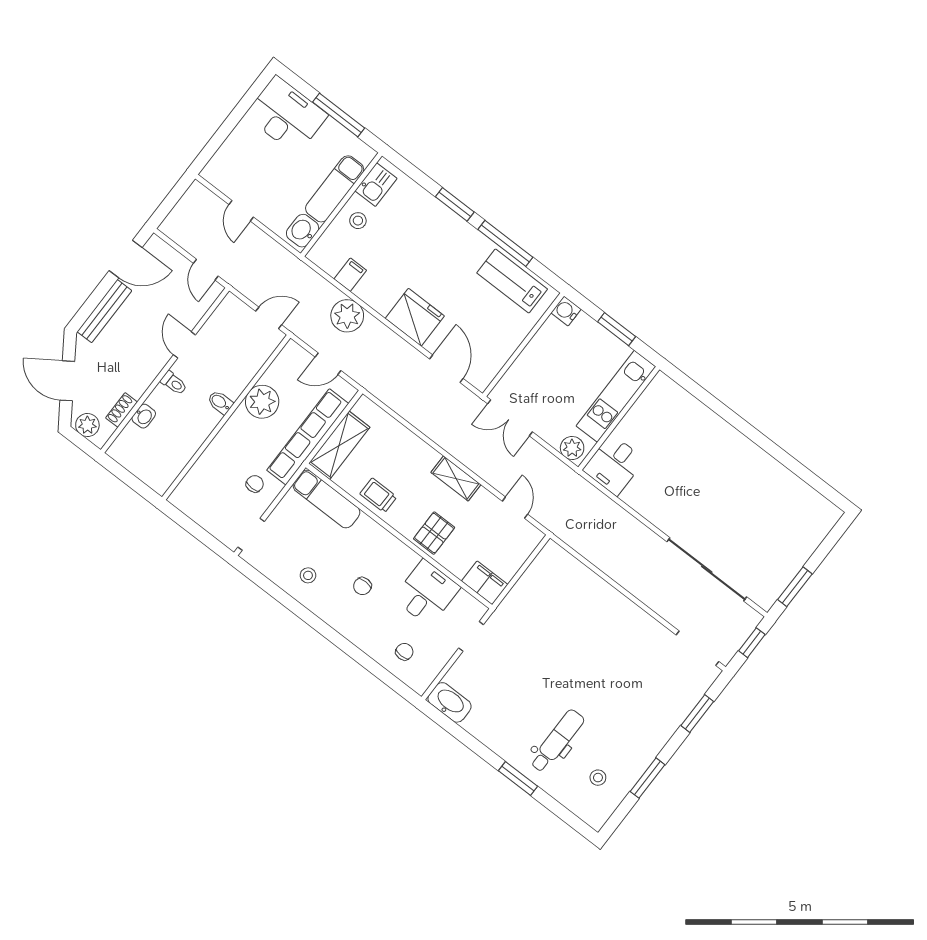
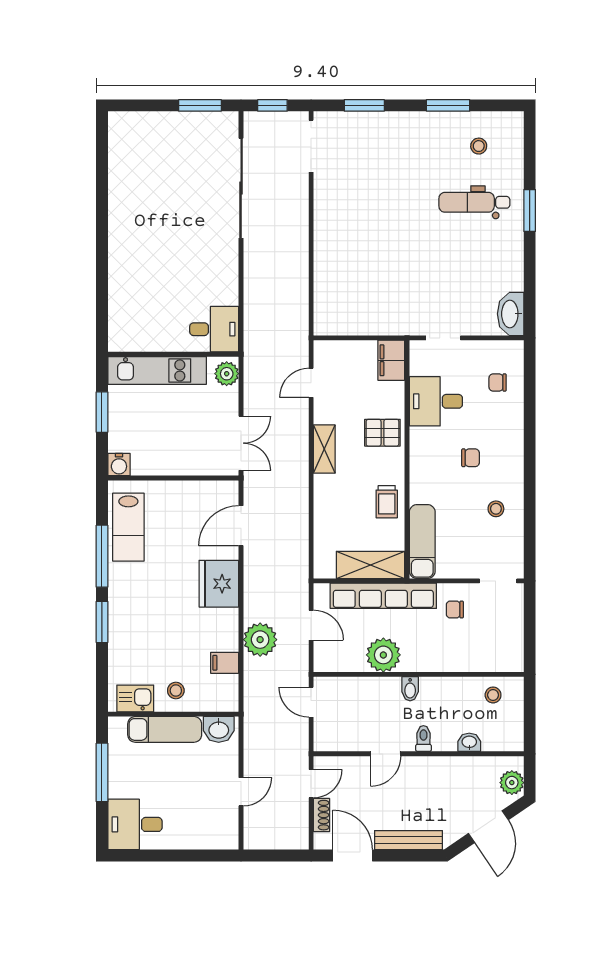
desk: (286, 115) -> (135, 824), width x0.73
shoe rack: (122, 410) -> (322, 815), moved, turned -90
stool: (166, 463) -> (493, 695), added

